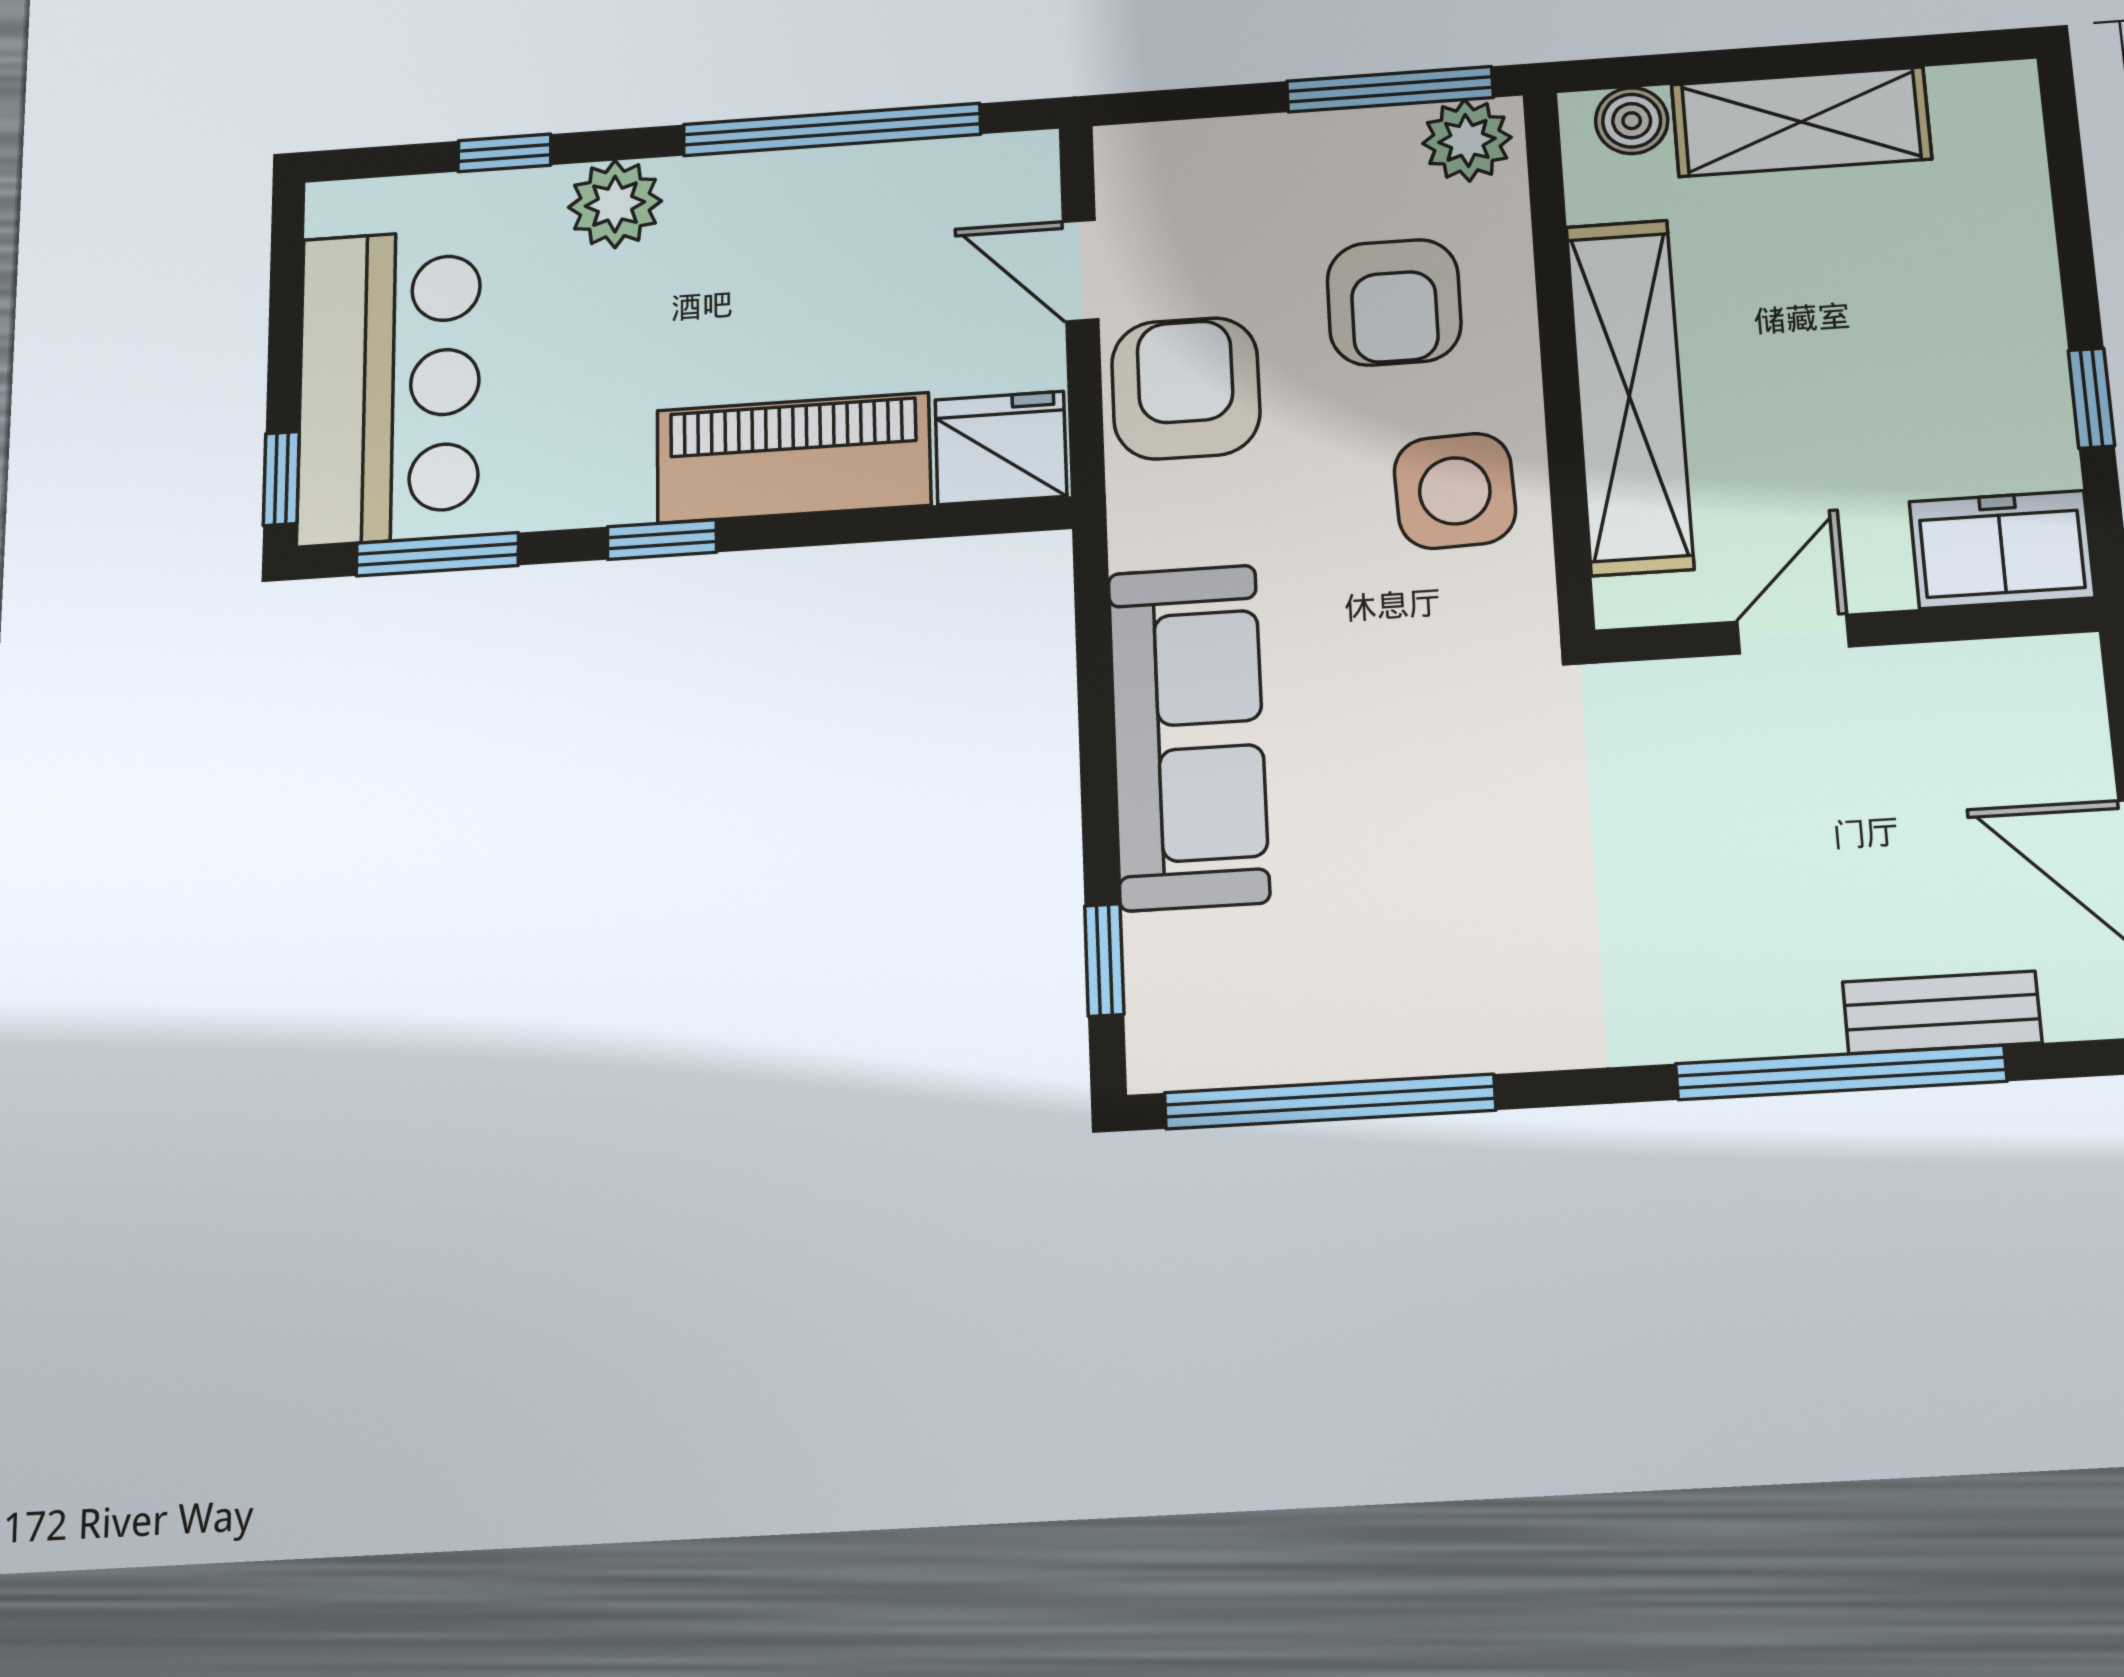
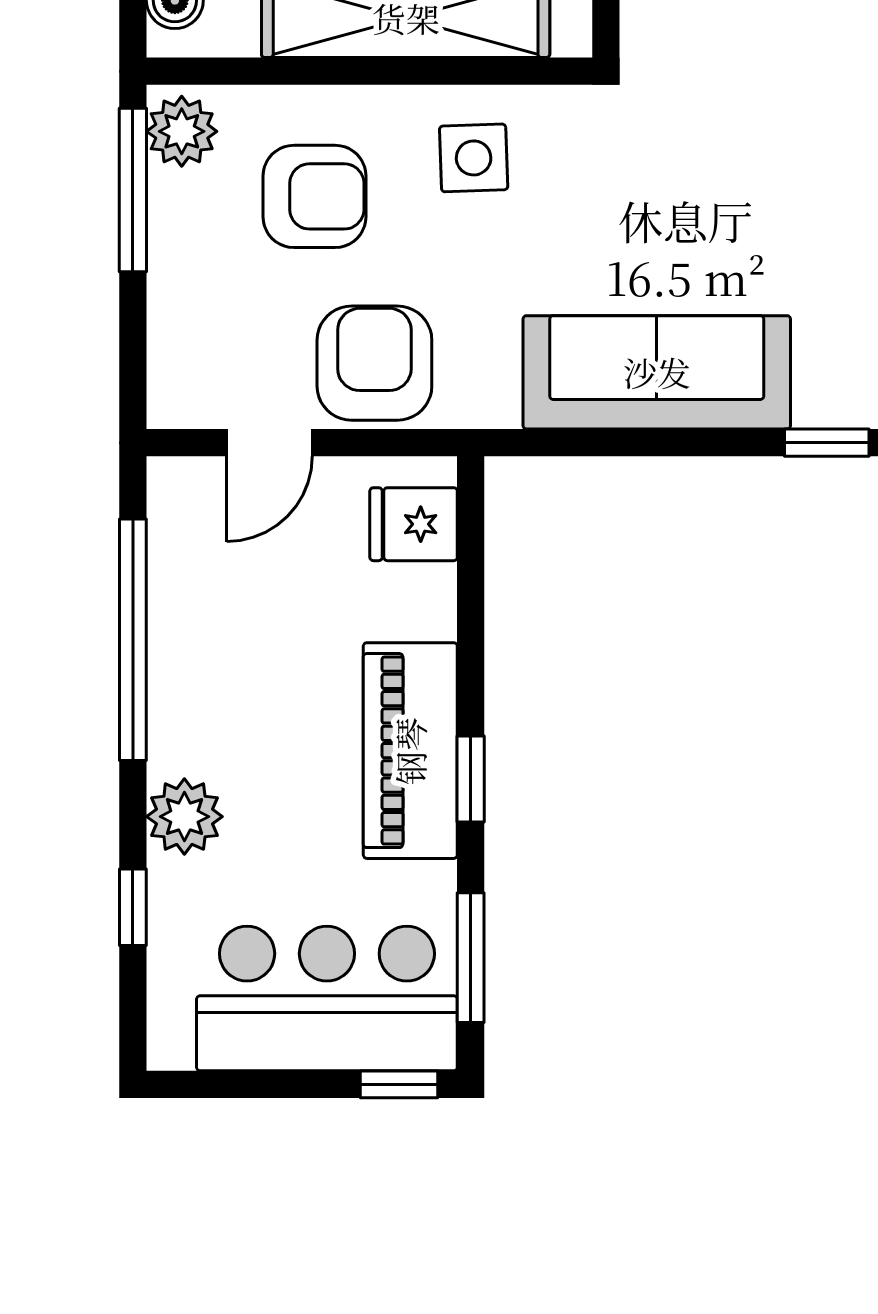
armchair: (1186, 388) -> (374, 363), turned 90
fridge: (1001, 448) -> (414, 524), width x0.72
piano: (793, 458) -> (410, 751), moved
side table: (1455, 491) -> (474, 158), width x0.73, depth x0.73

